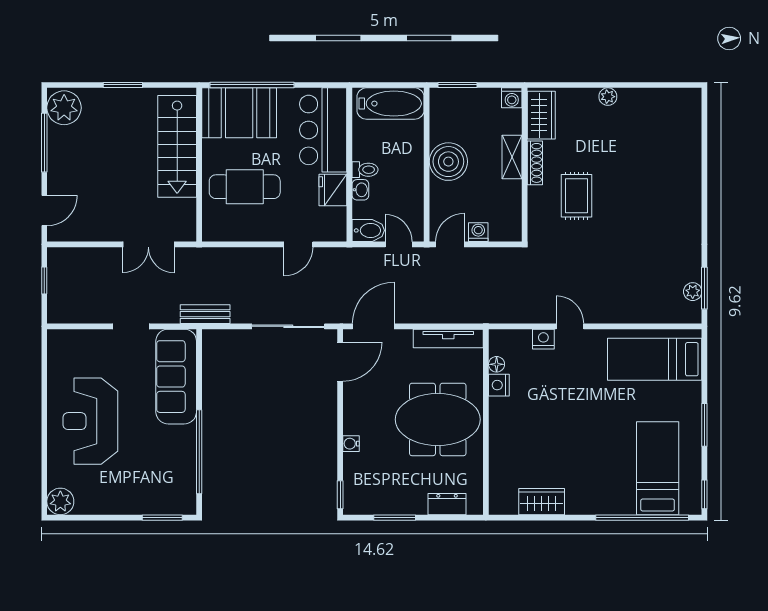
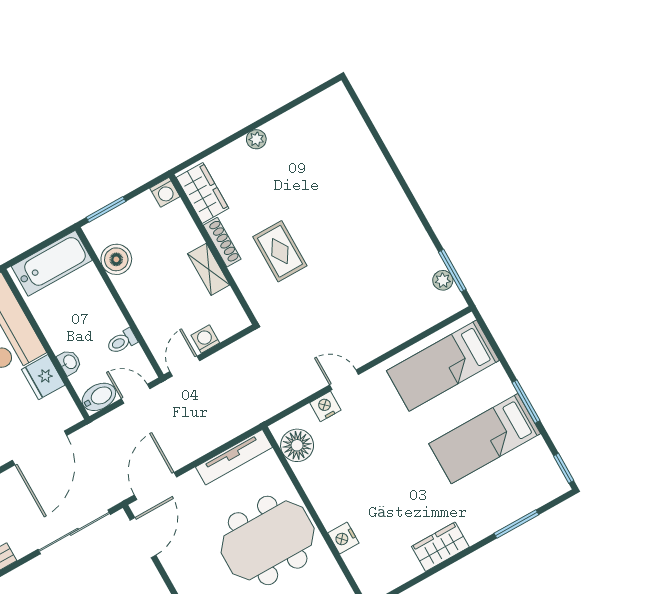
shelving: (512, 157) -> (209, 269), moved
boiler: (448, 162) -> (116, 259), moved, width x0.73, depth x0.73
toilet: (365, 170) -> (122, 341), moved, turned 180
door: (298, 244) -> (40, 448), width x1.88
floor lamp: (497, 364) -> (297, 445), width x1.89, depth x1.89
nightstand: (499, 385) -> (343, 538), moved
bed: (658, 468) -> (485, 439), moved, turned -90
wardrobe: (542, 502) -> (440, 547), moved
window: (642, 518) -> (516, 524), width x0.47

